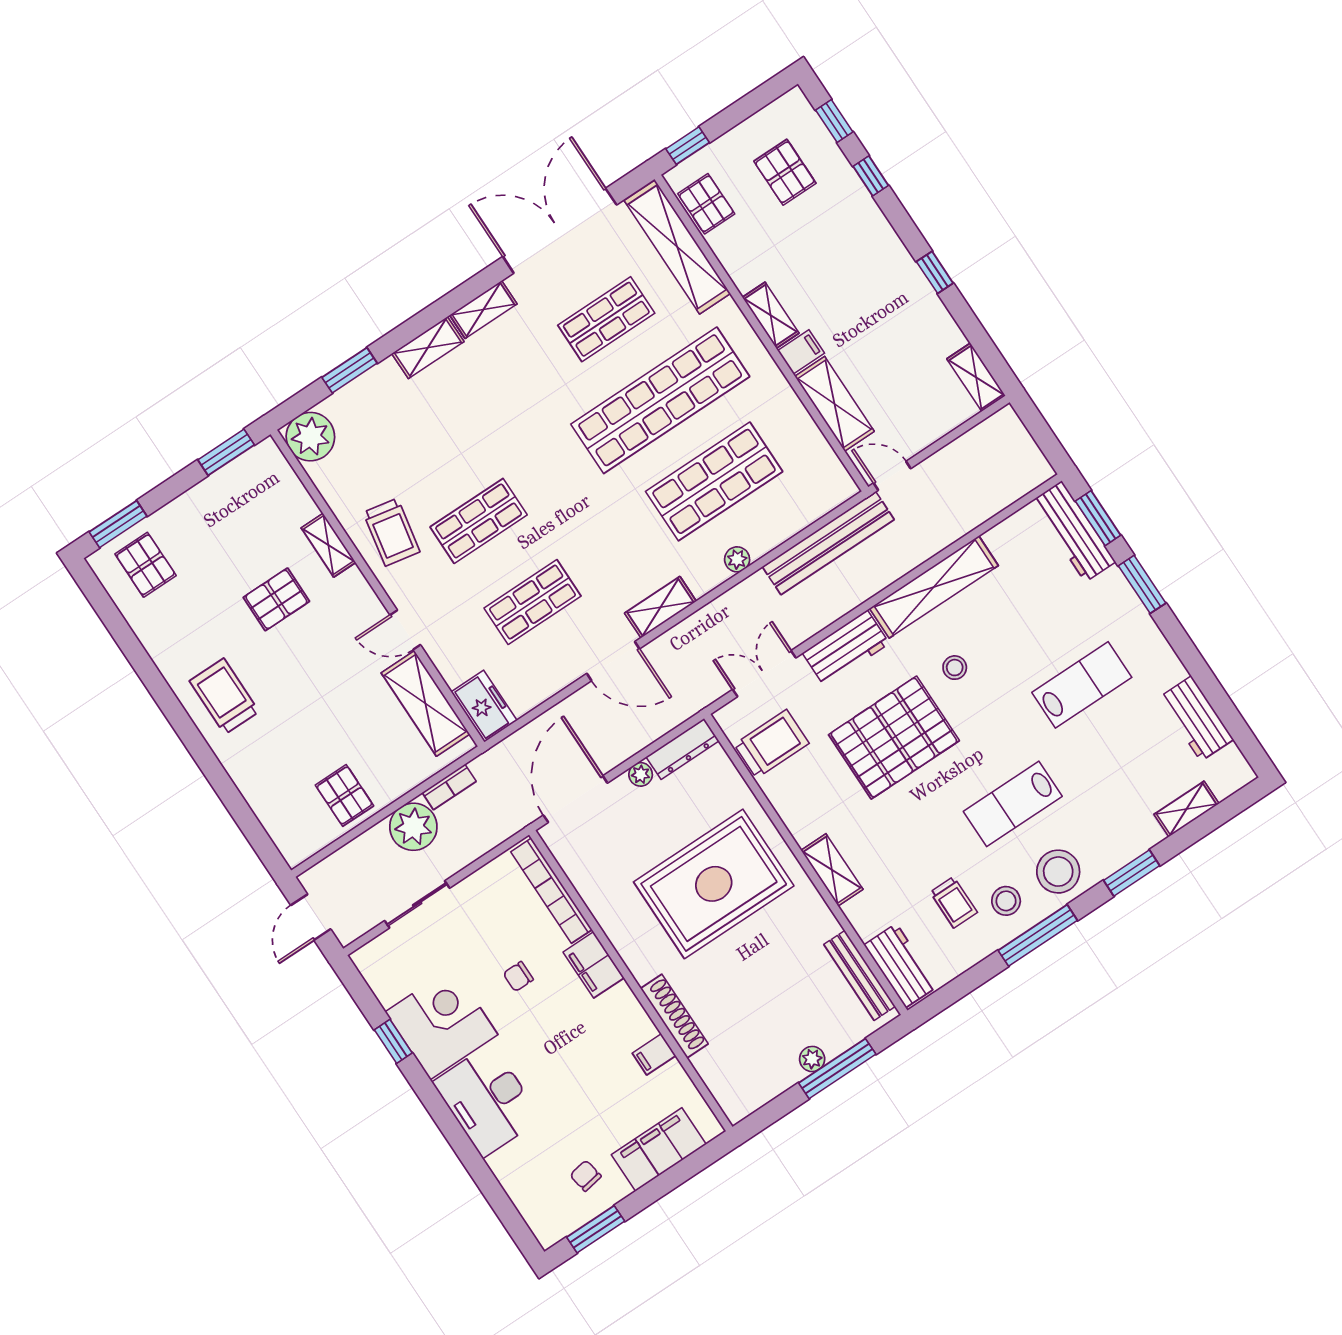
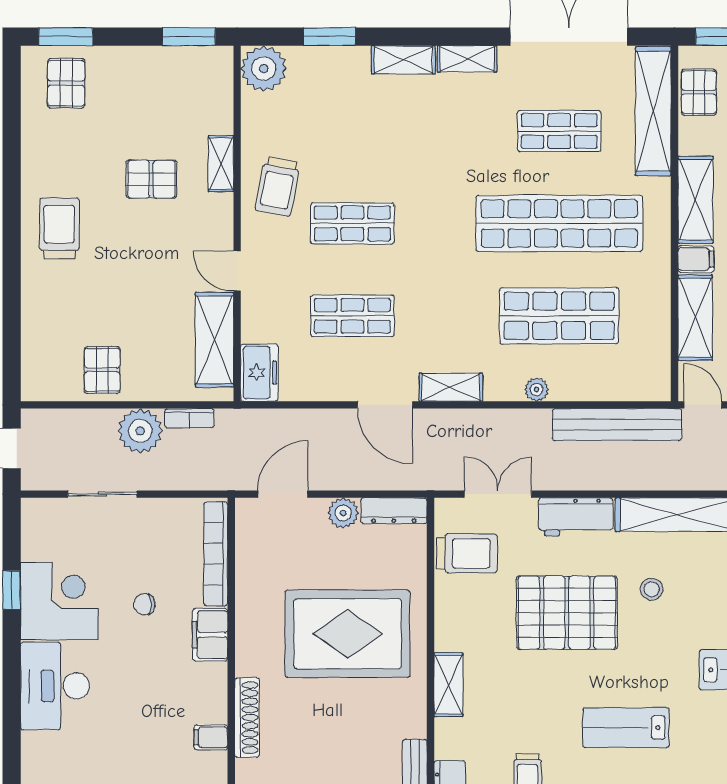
shelving: (771, 315) -> (695, 200), width x1.50, depth x1.33
plant: (641, 774) -> (343, 513), width x1.38, depth x1.38
door: (575, 799) -> (283, 494), width x0.73

